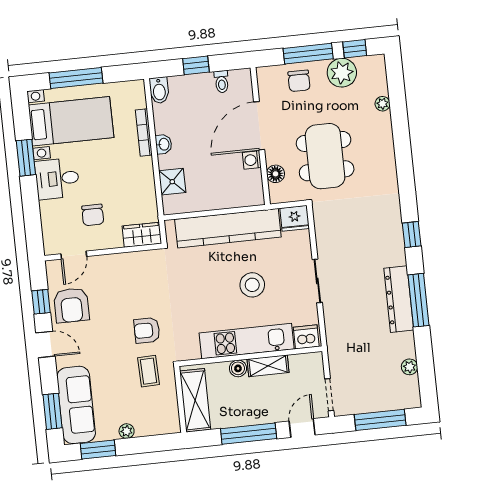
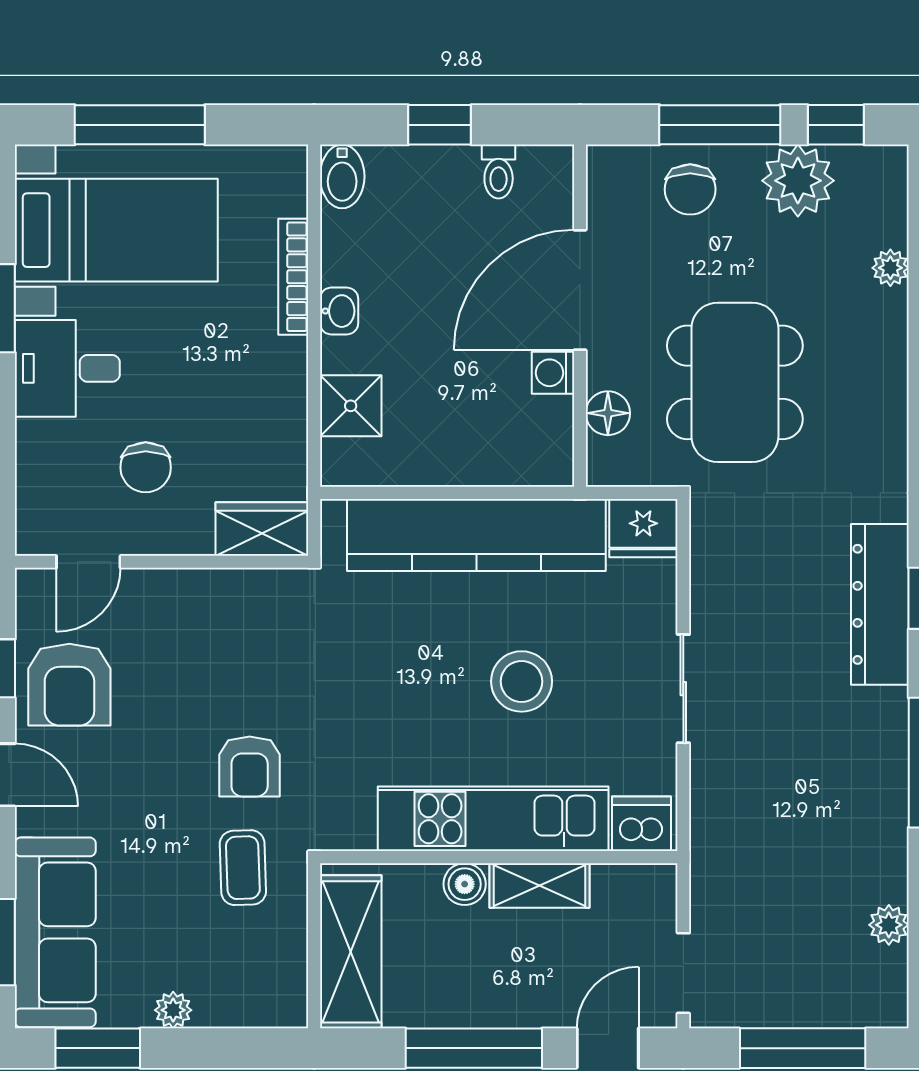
dresser: (399, 299) -> (880, 604), moved
armchair: (147, 330) -> (250, 766), turned -90

